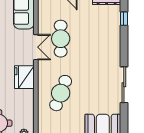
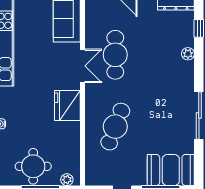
plant: (116, 38) -> (188, 54), added

